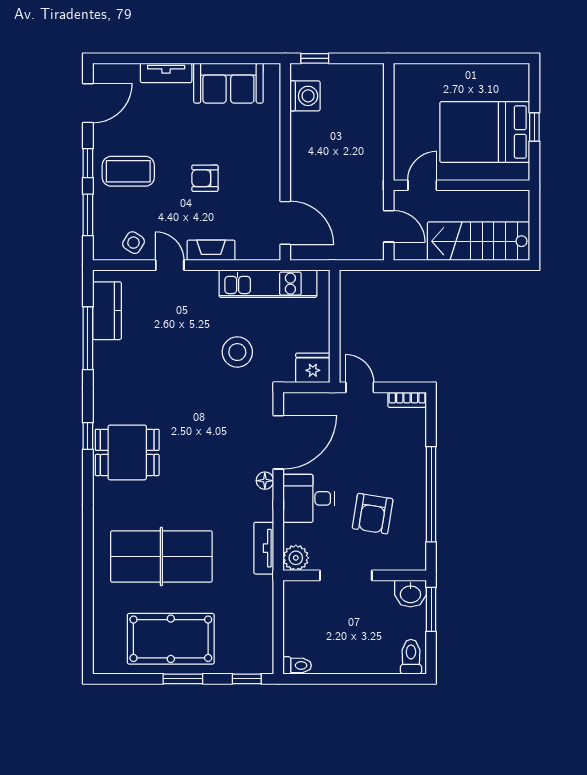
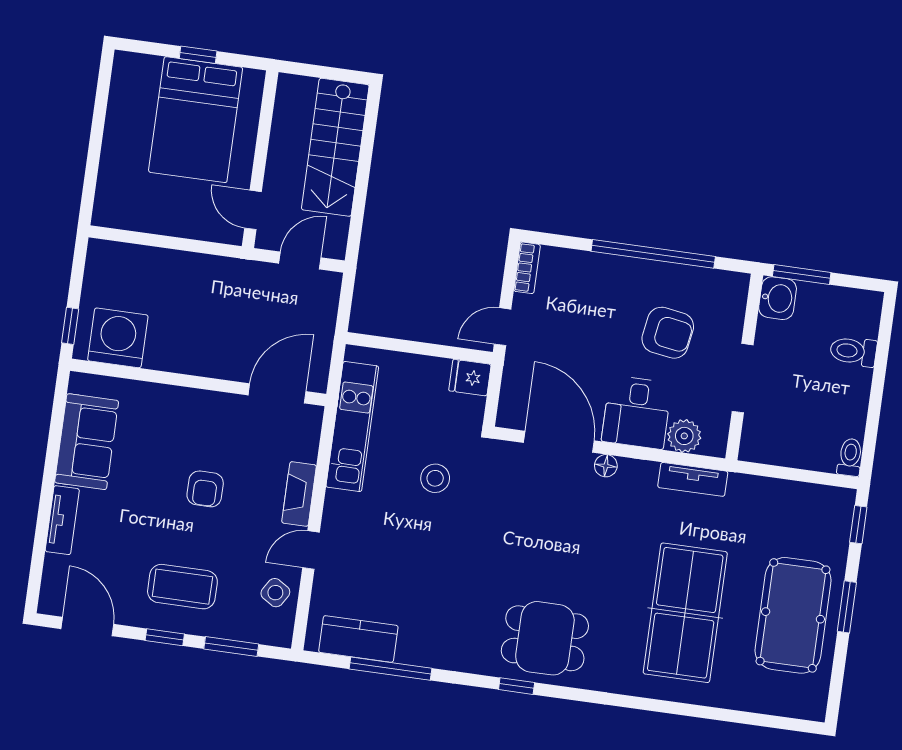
washing machine: (305, 96) -> (118, 338), width x1.37, depth x1.37
coffee table: (128, 171) -> (182, 587), turned 90
stool: (237, 352) -> (435, 478), width x0.73, depth x0.73
fridge: (313, 368) -> (470, 378), width x0.72
dining table: (127, 452) -> (545, 638), turned 90
plant: (296, 558) -> (684, 436), moved
toilet: (411, 657) -> (853, 351), moved

